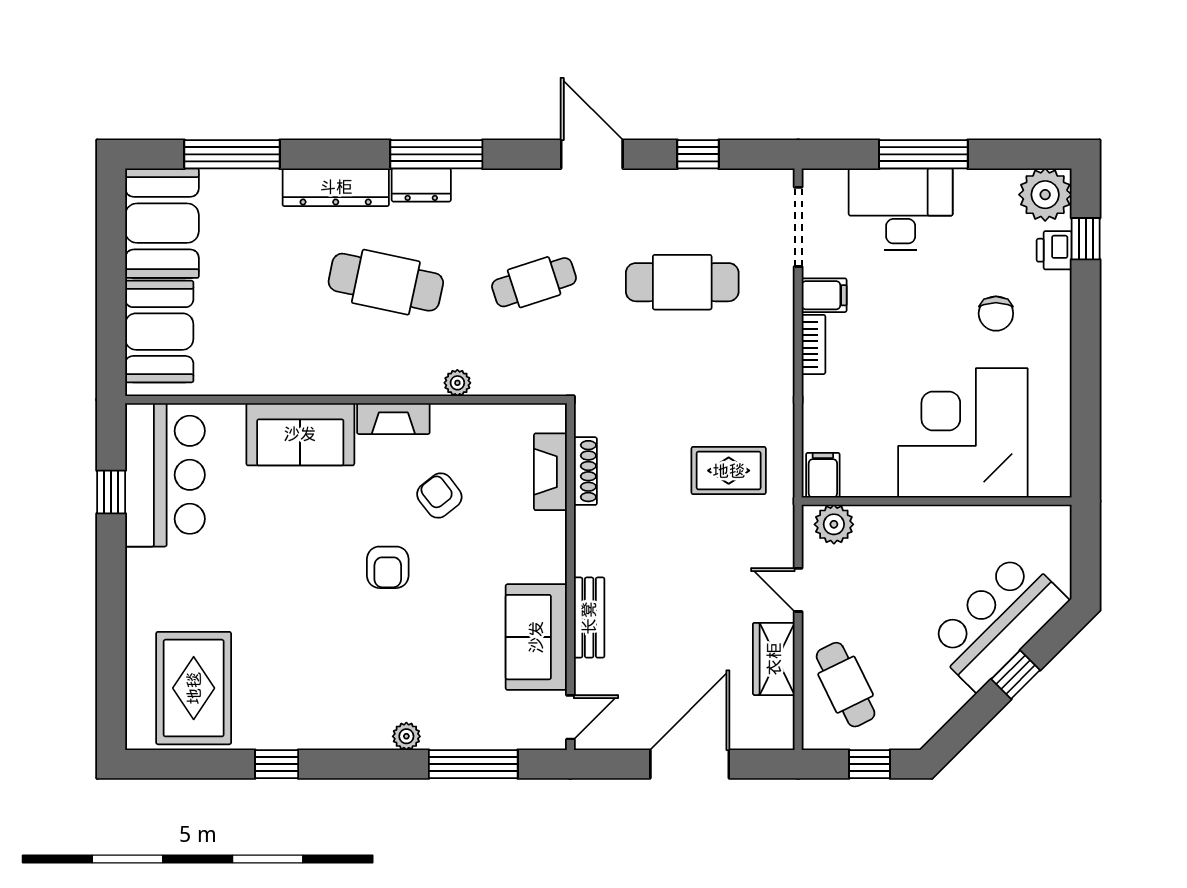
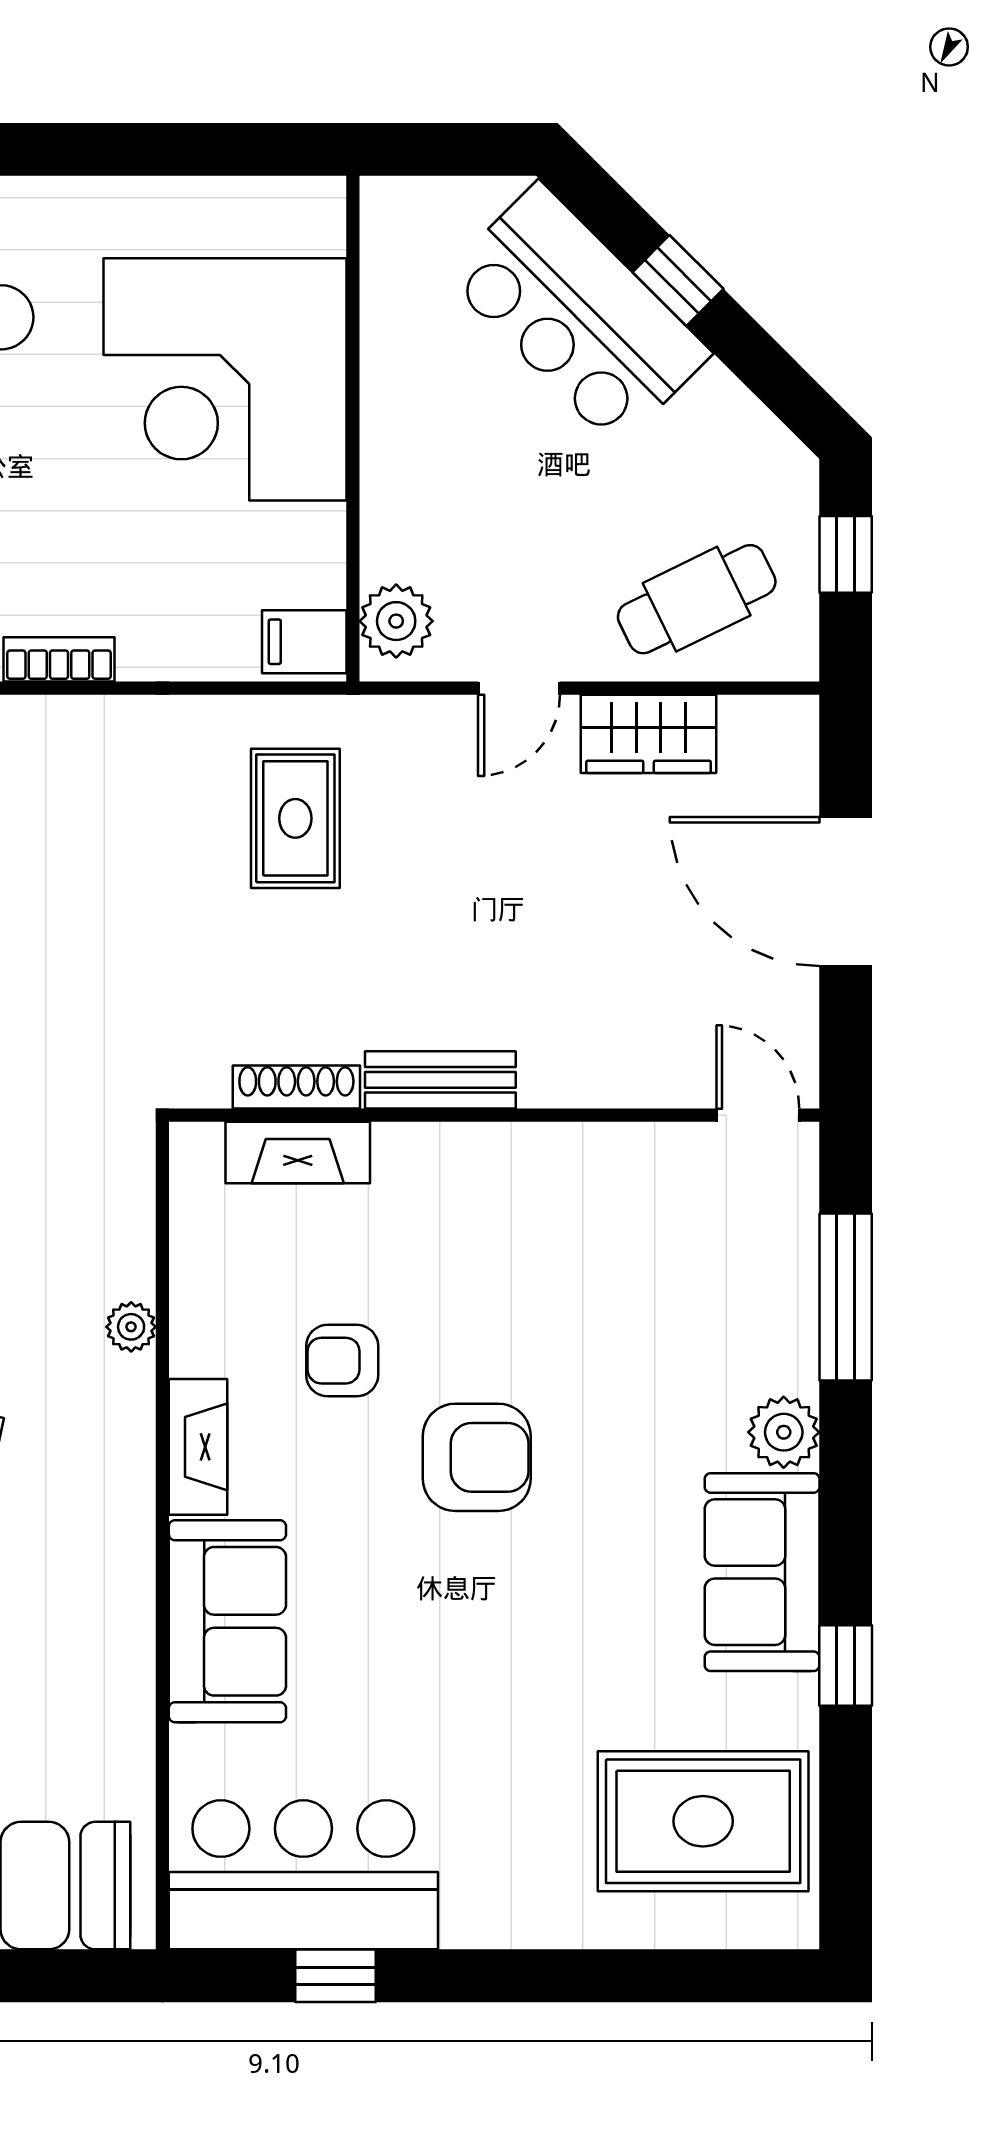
armchair: (439, 496) -> (342, 1361), turned 38
armchair: (388, 567) -> (477, 1457), width x1.38, depth x1.38
bench: (589, 618) -> (440, 1080), moved
sofa: (536, 637) -> (762, 1572), moved, turned 90
plant: (406, 736) -> (784, 1432), width x1.38, depth x1.38

